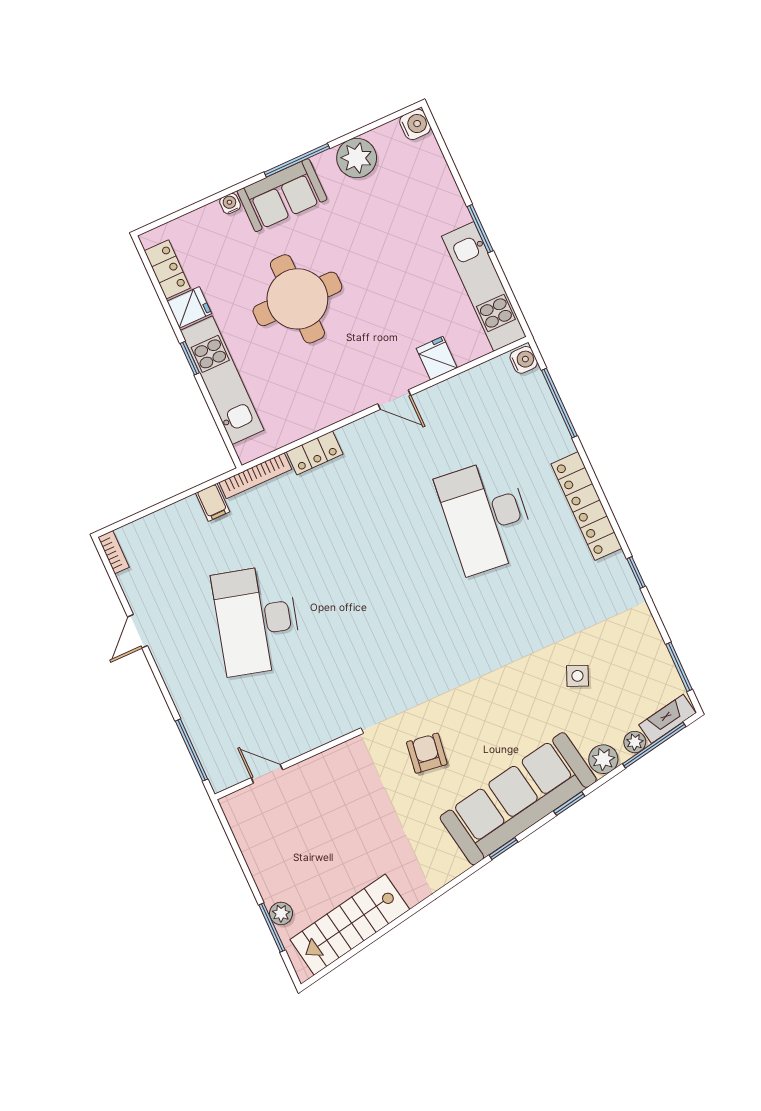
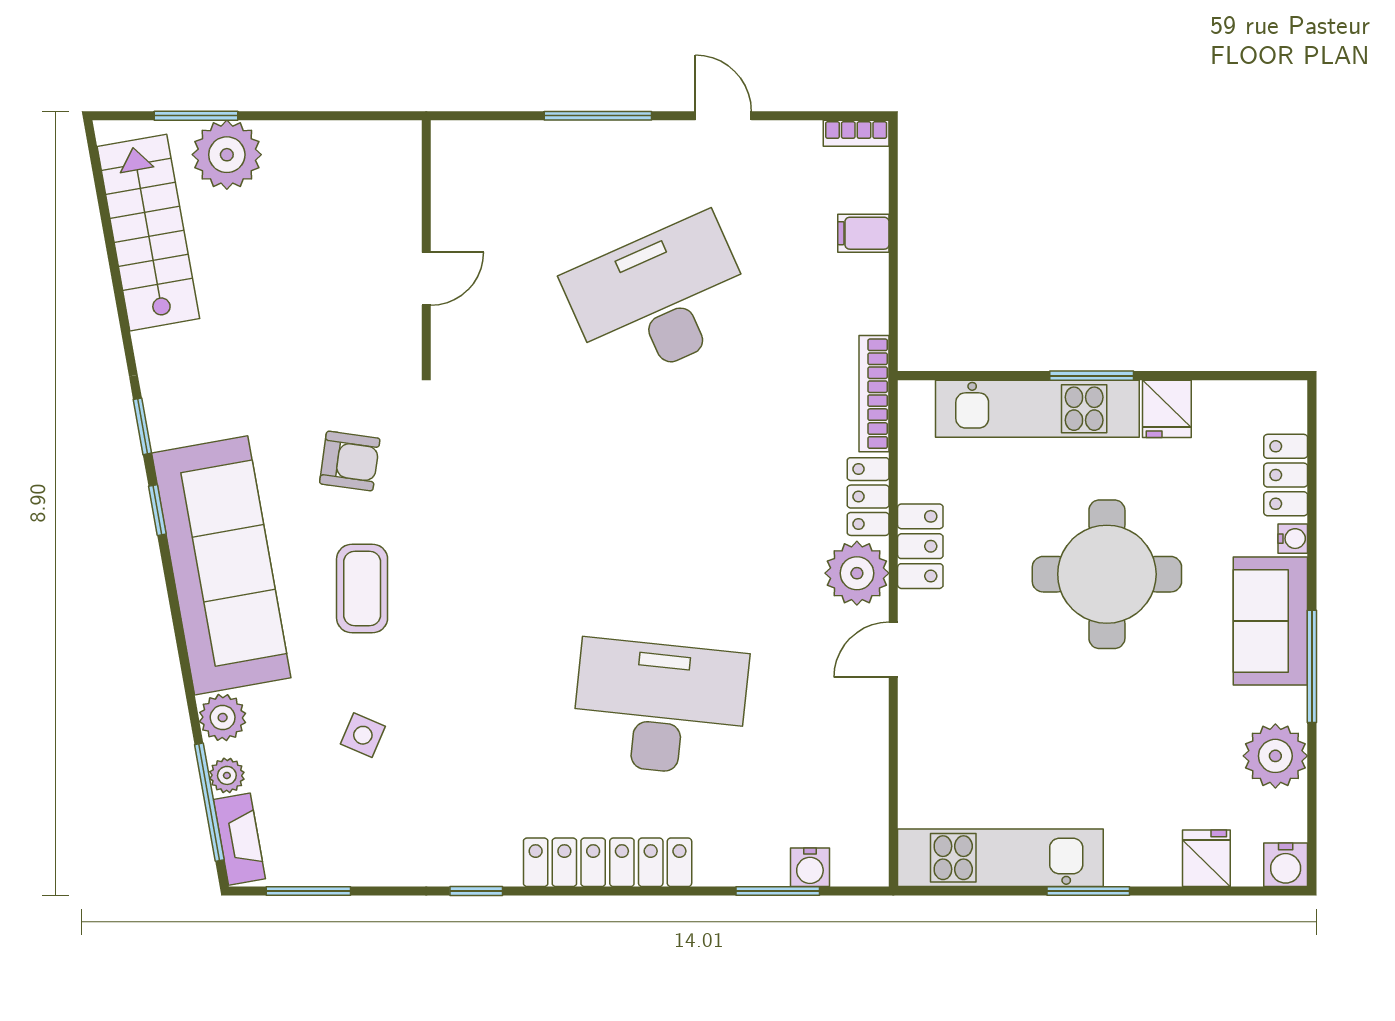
locker: (167, 269) -> (1286, 475), moved, turned 90
window: (190, 358) -> (1092, 376), width x1.50
fridge: (437, 358) -> (1206, 858), moved, turned -90
water cooler: (524, 360) -> (810, 867), moved
window: (559, 403) -> (778, 891), width x0.69
locker: (329, 411) -> (920, 546), added
plant: (361, 440) -> (857, 573), added
filing cabinet: (213, 502) -> (863, 233), moved
desk: (257, 620) -> (660, 299), turned -39
coffee table: (495, 714) -> (362, 589), added
window: (191, 750) -> (598, 116), moved
door: (267, 774) -> (426, 279), moved
window: (569, 804) -> (142, 426), moved
plant: (281, 913) -> (227, 155), width x1.87, depth x1.87

